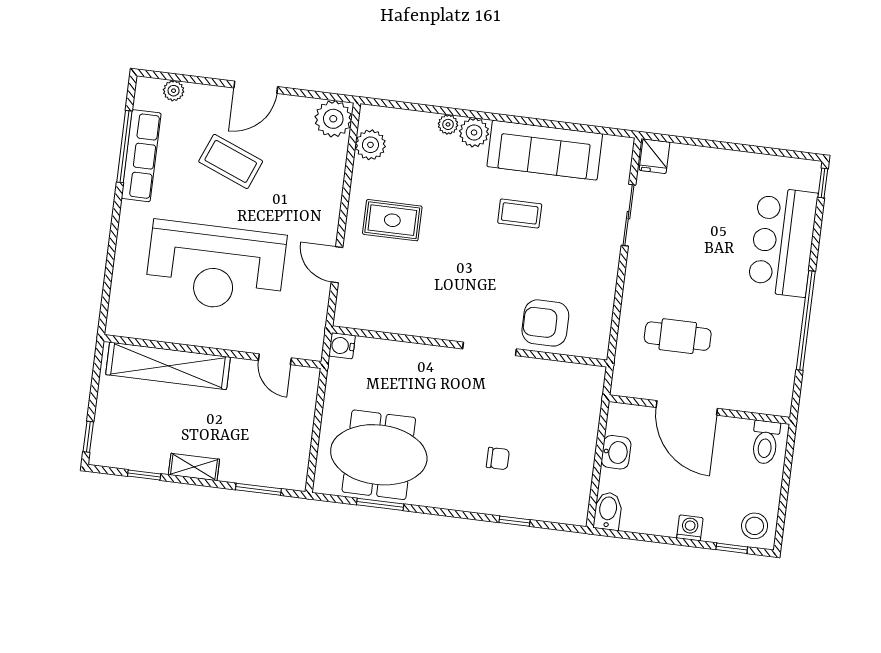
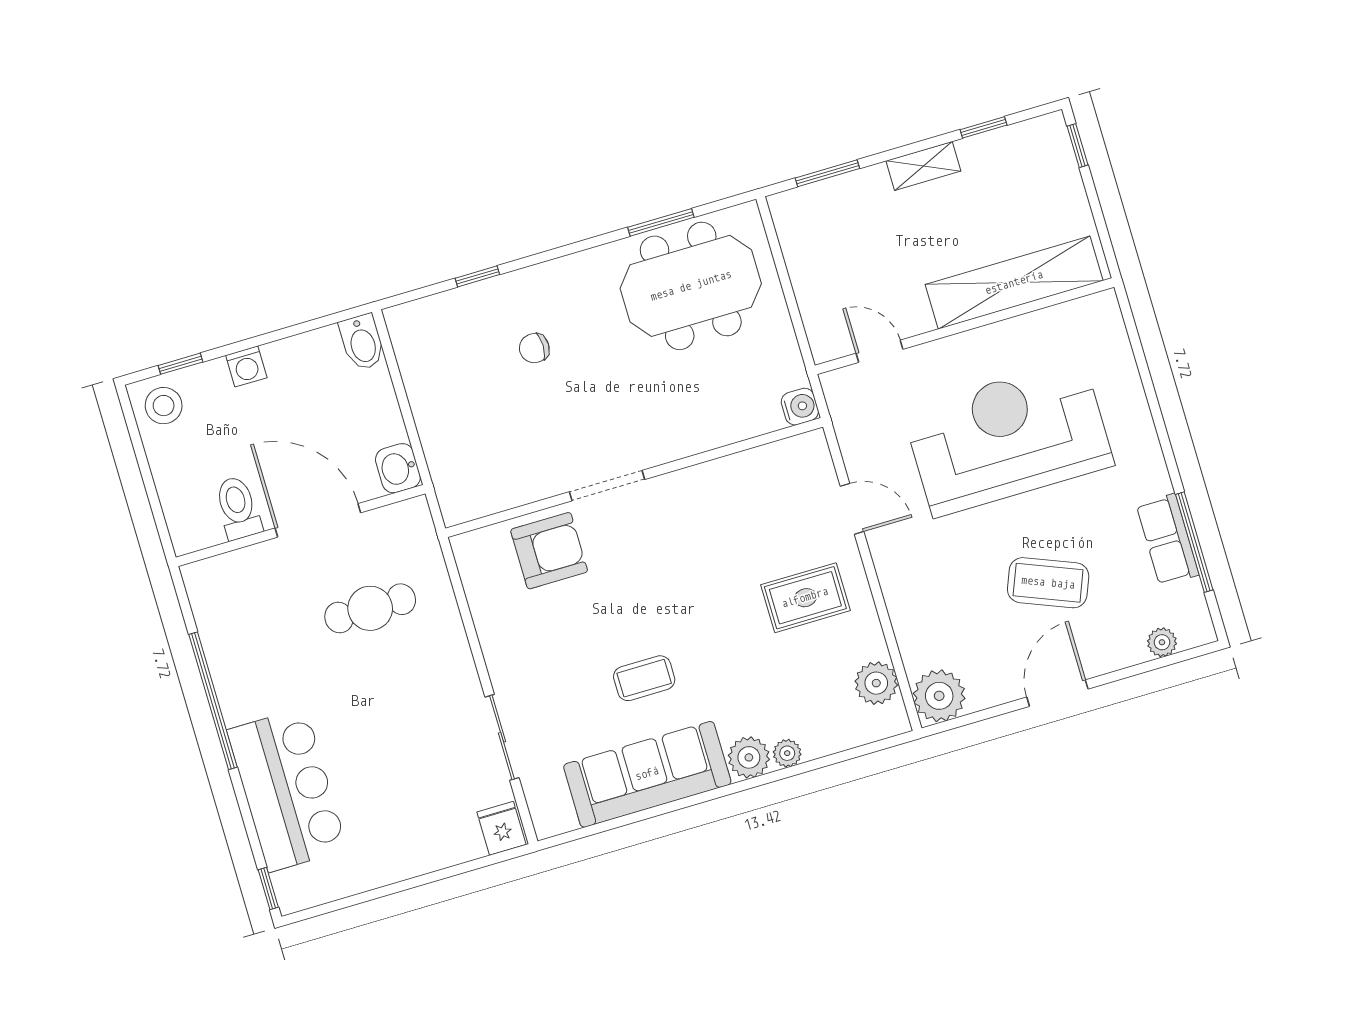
row of seats: (141, 156) -> (1168, 540), width x0.68
toilet: (765, 442) -> (238, 508), moved
washbasin: (616, 452) -> (398, 468), moved

